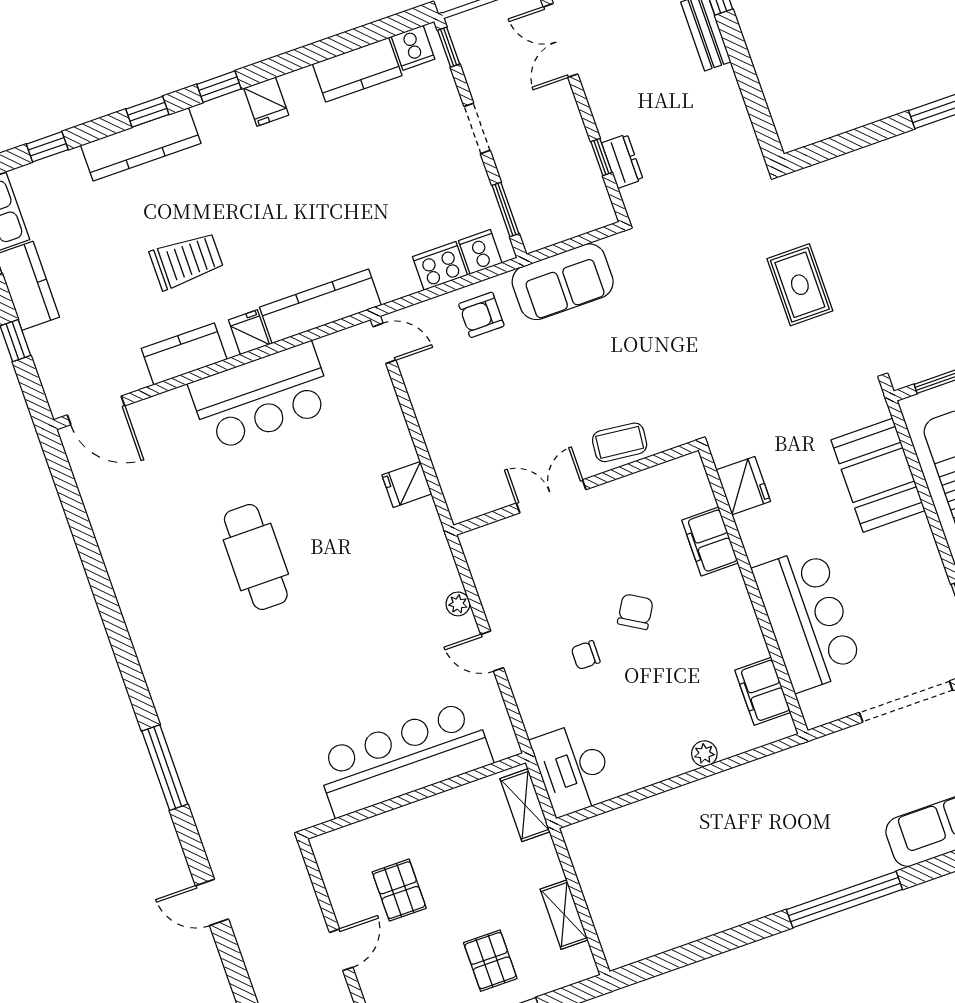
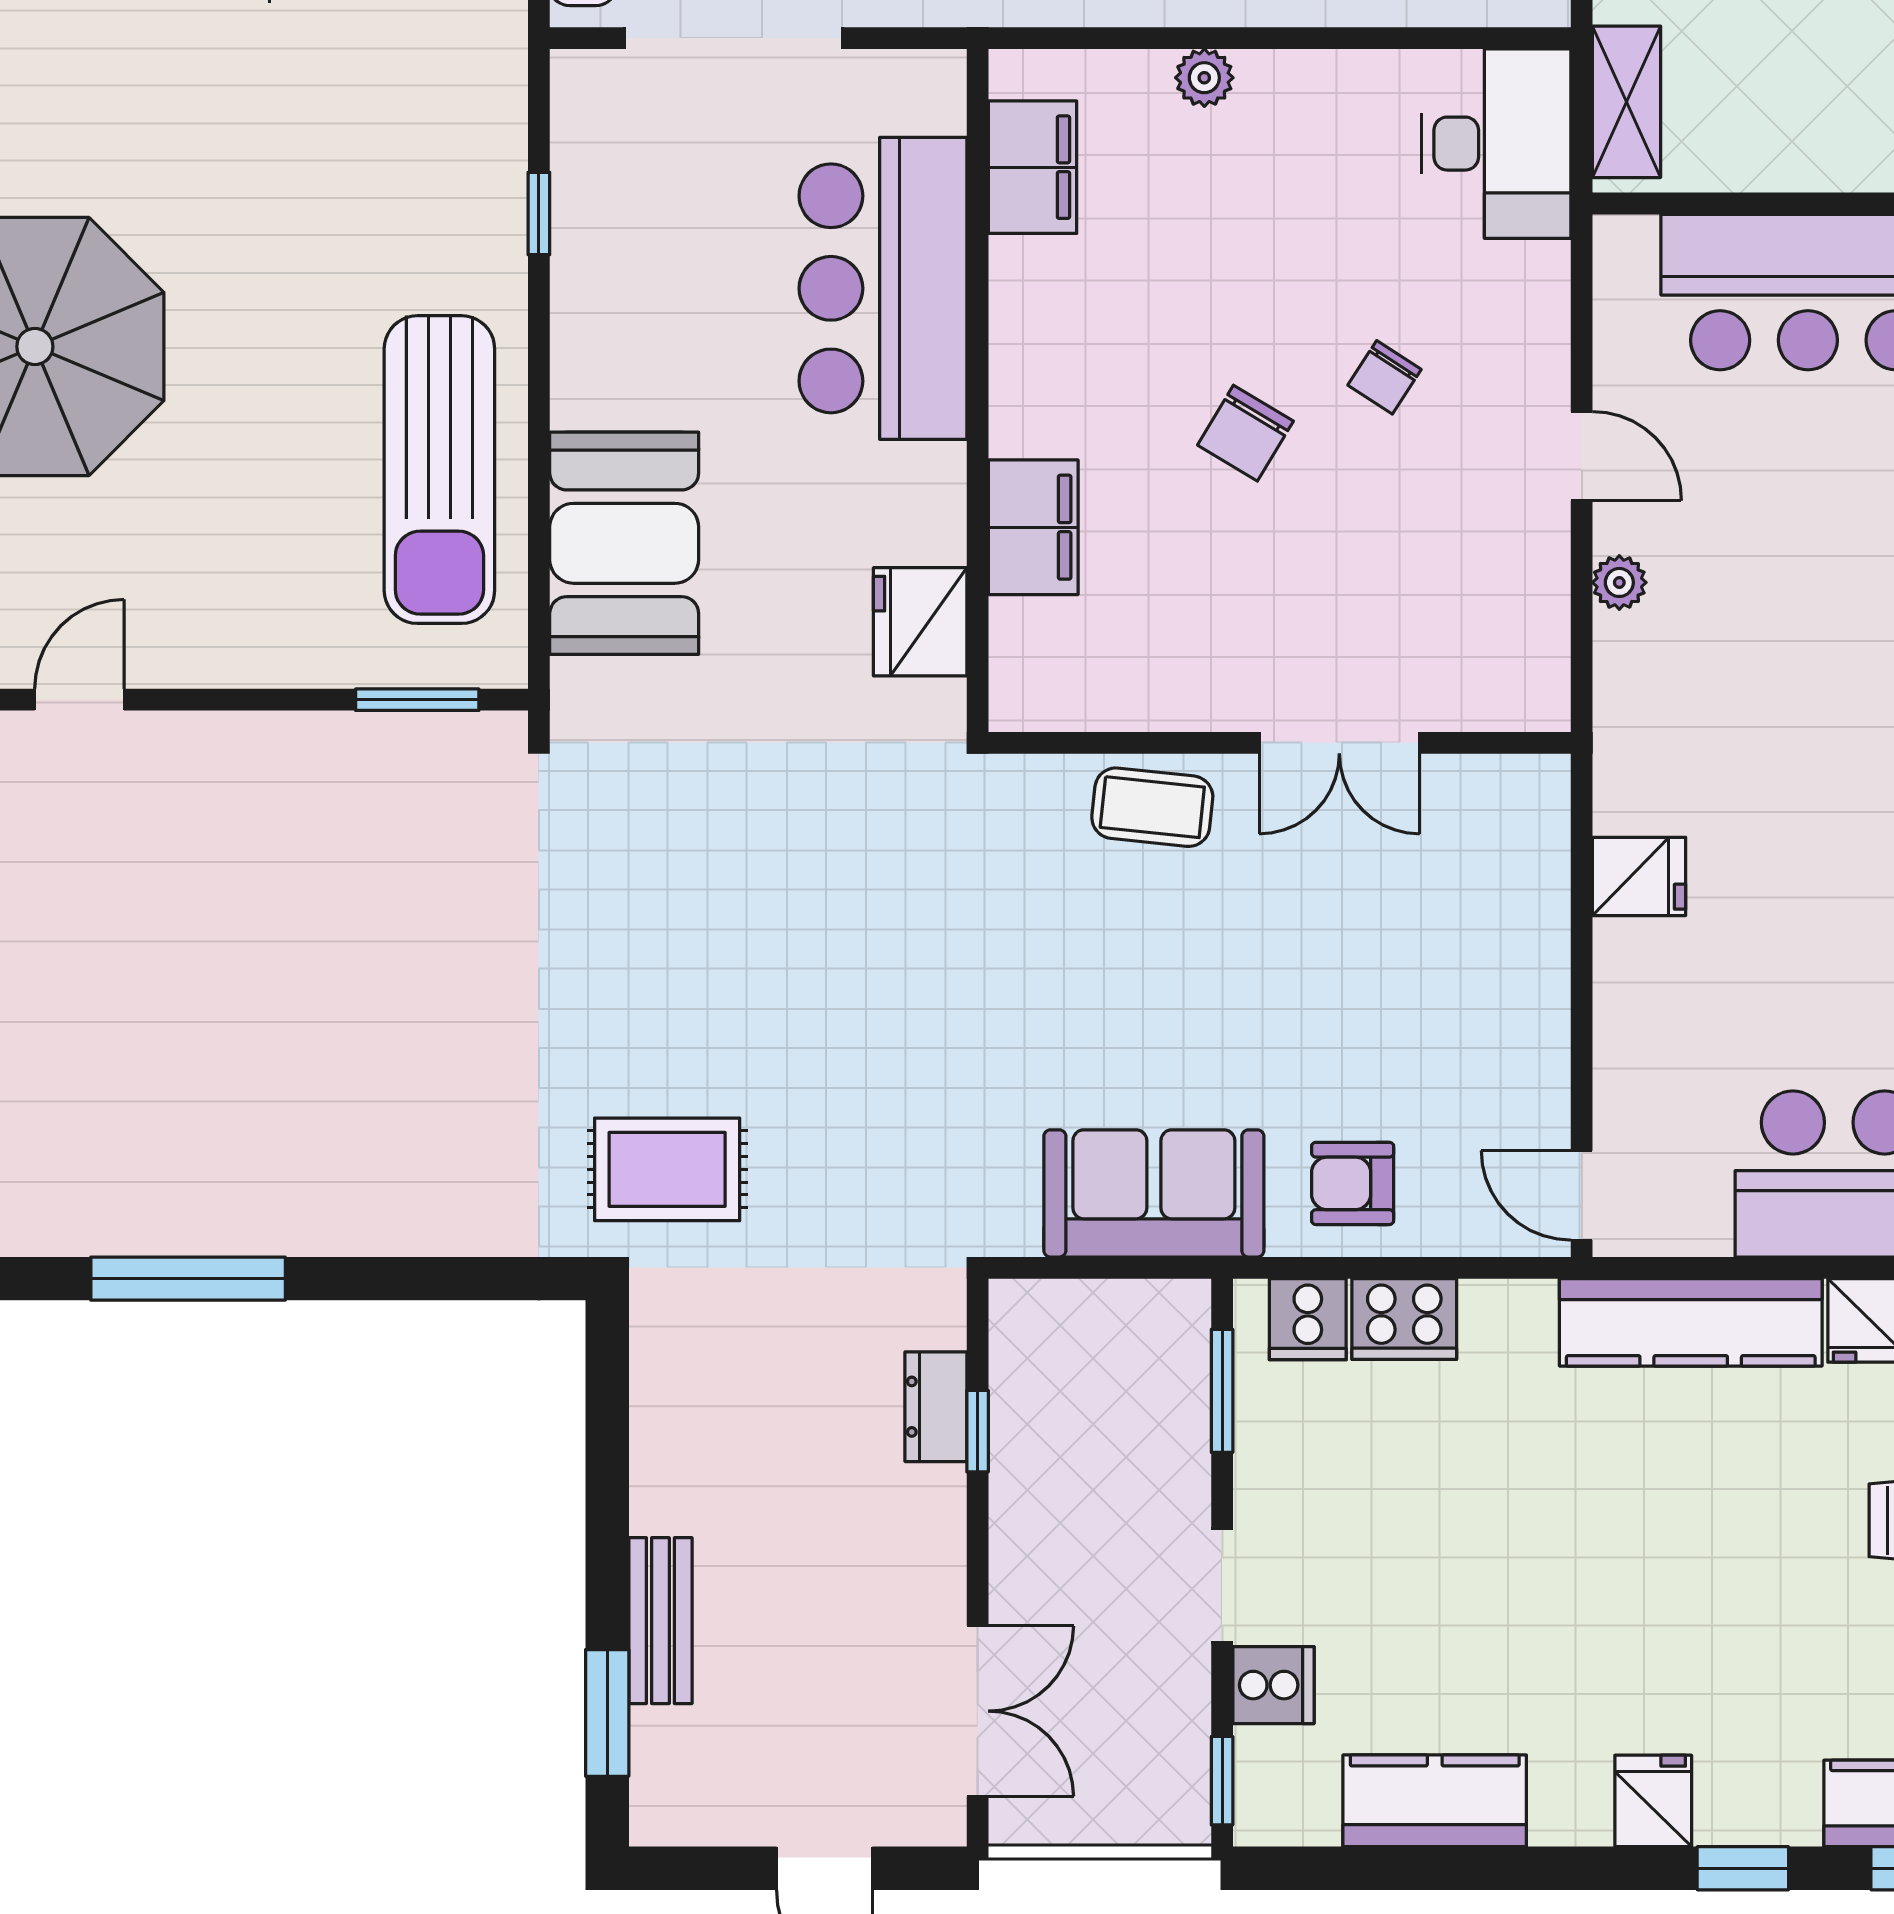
cooker: (413, 48) -> (1273, 1685), moved, turned 90
rug: (800, 285) -> (667, 1169), moved, turned 90
armchair: (481, 315) -> (1353, 1183), turned 180
chair: (586, 655) -> (1385, 377), turned 123

